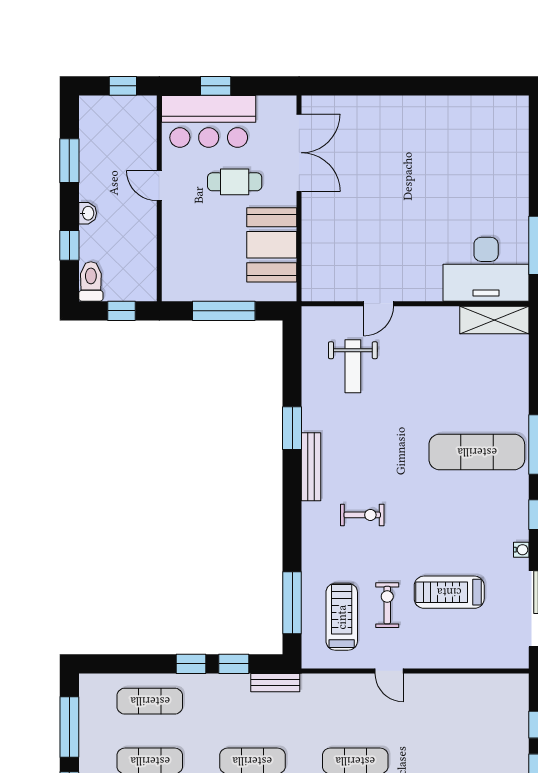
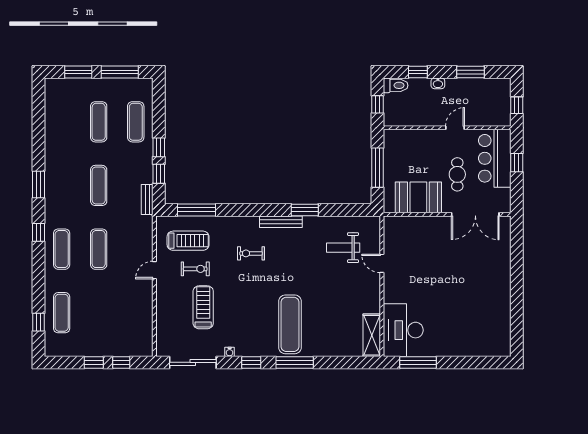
exercise bike: (362, 515) -> (251, 253), turned 90

